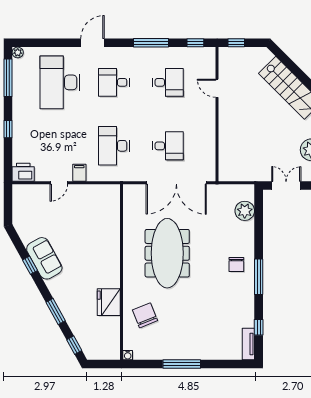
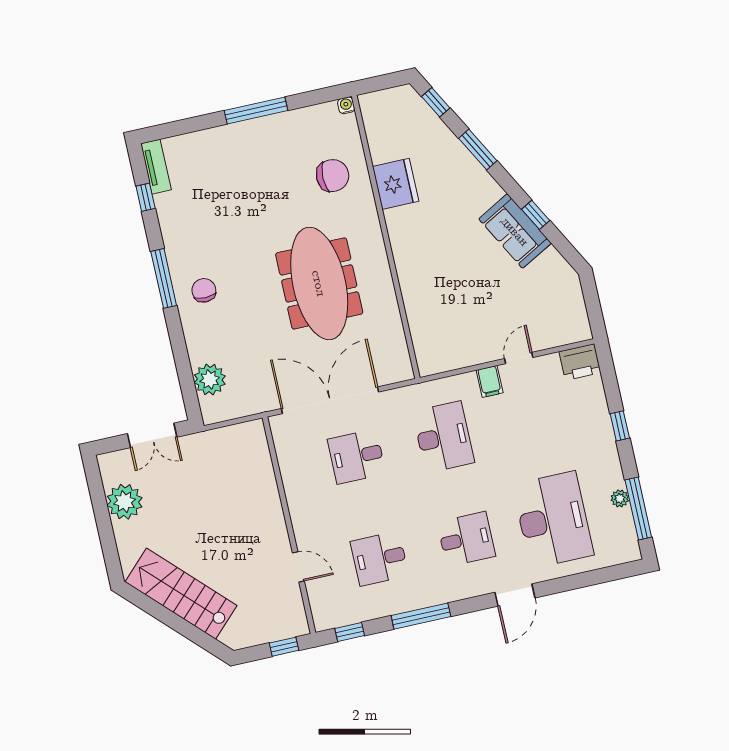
plant: (18, 52) -> (620, 498), moved
chair: (145, 315) -> (333, 176), turned -68

